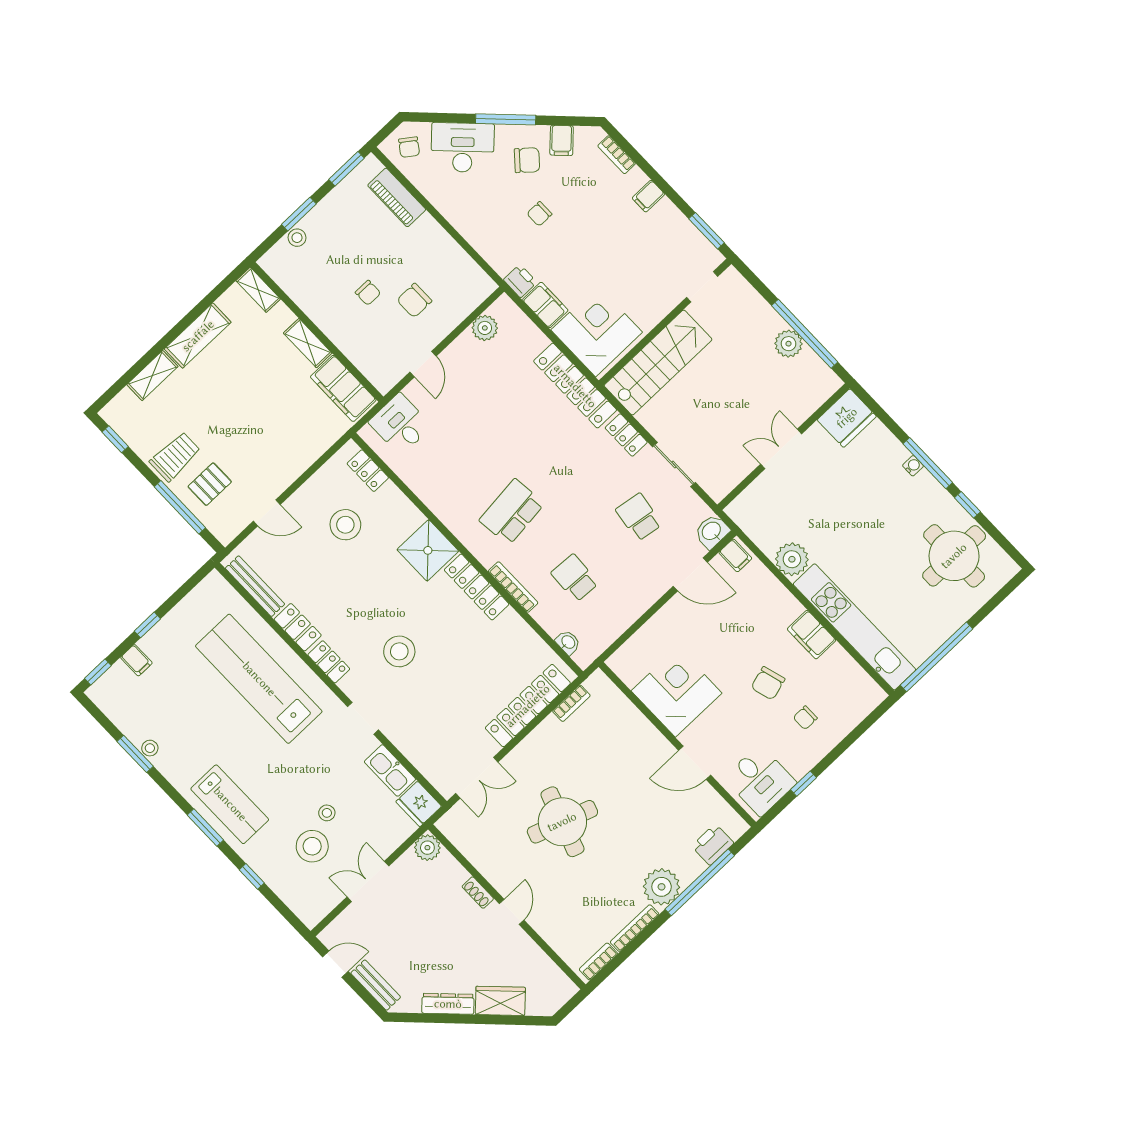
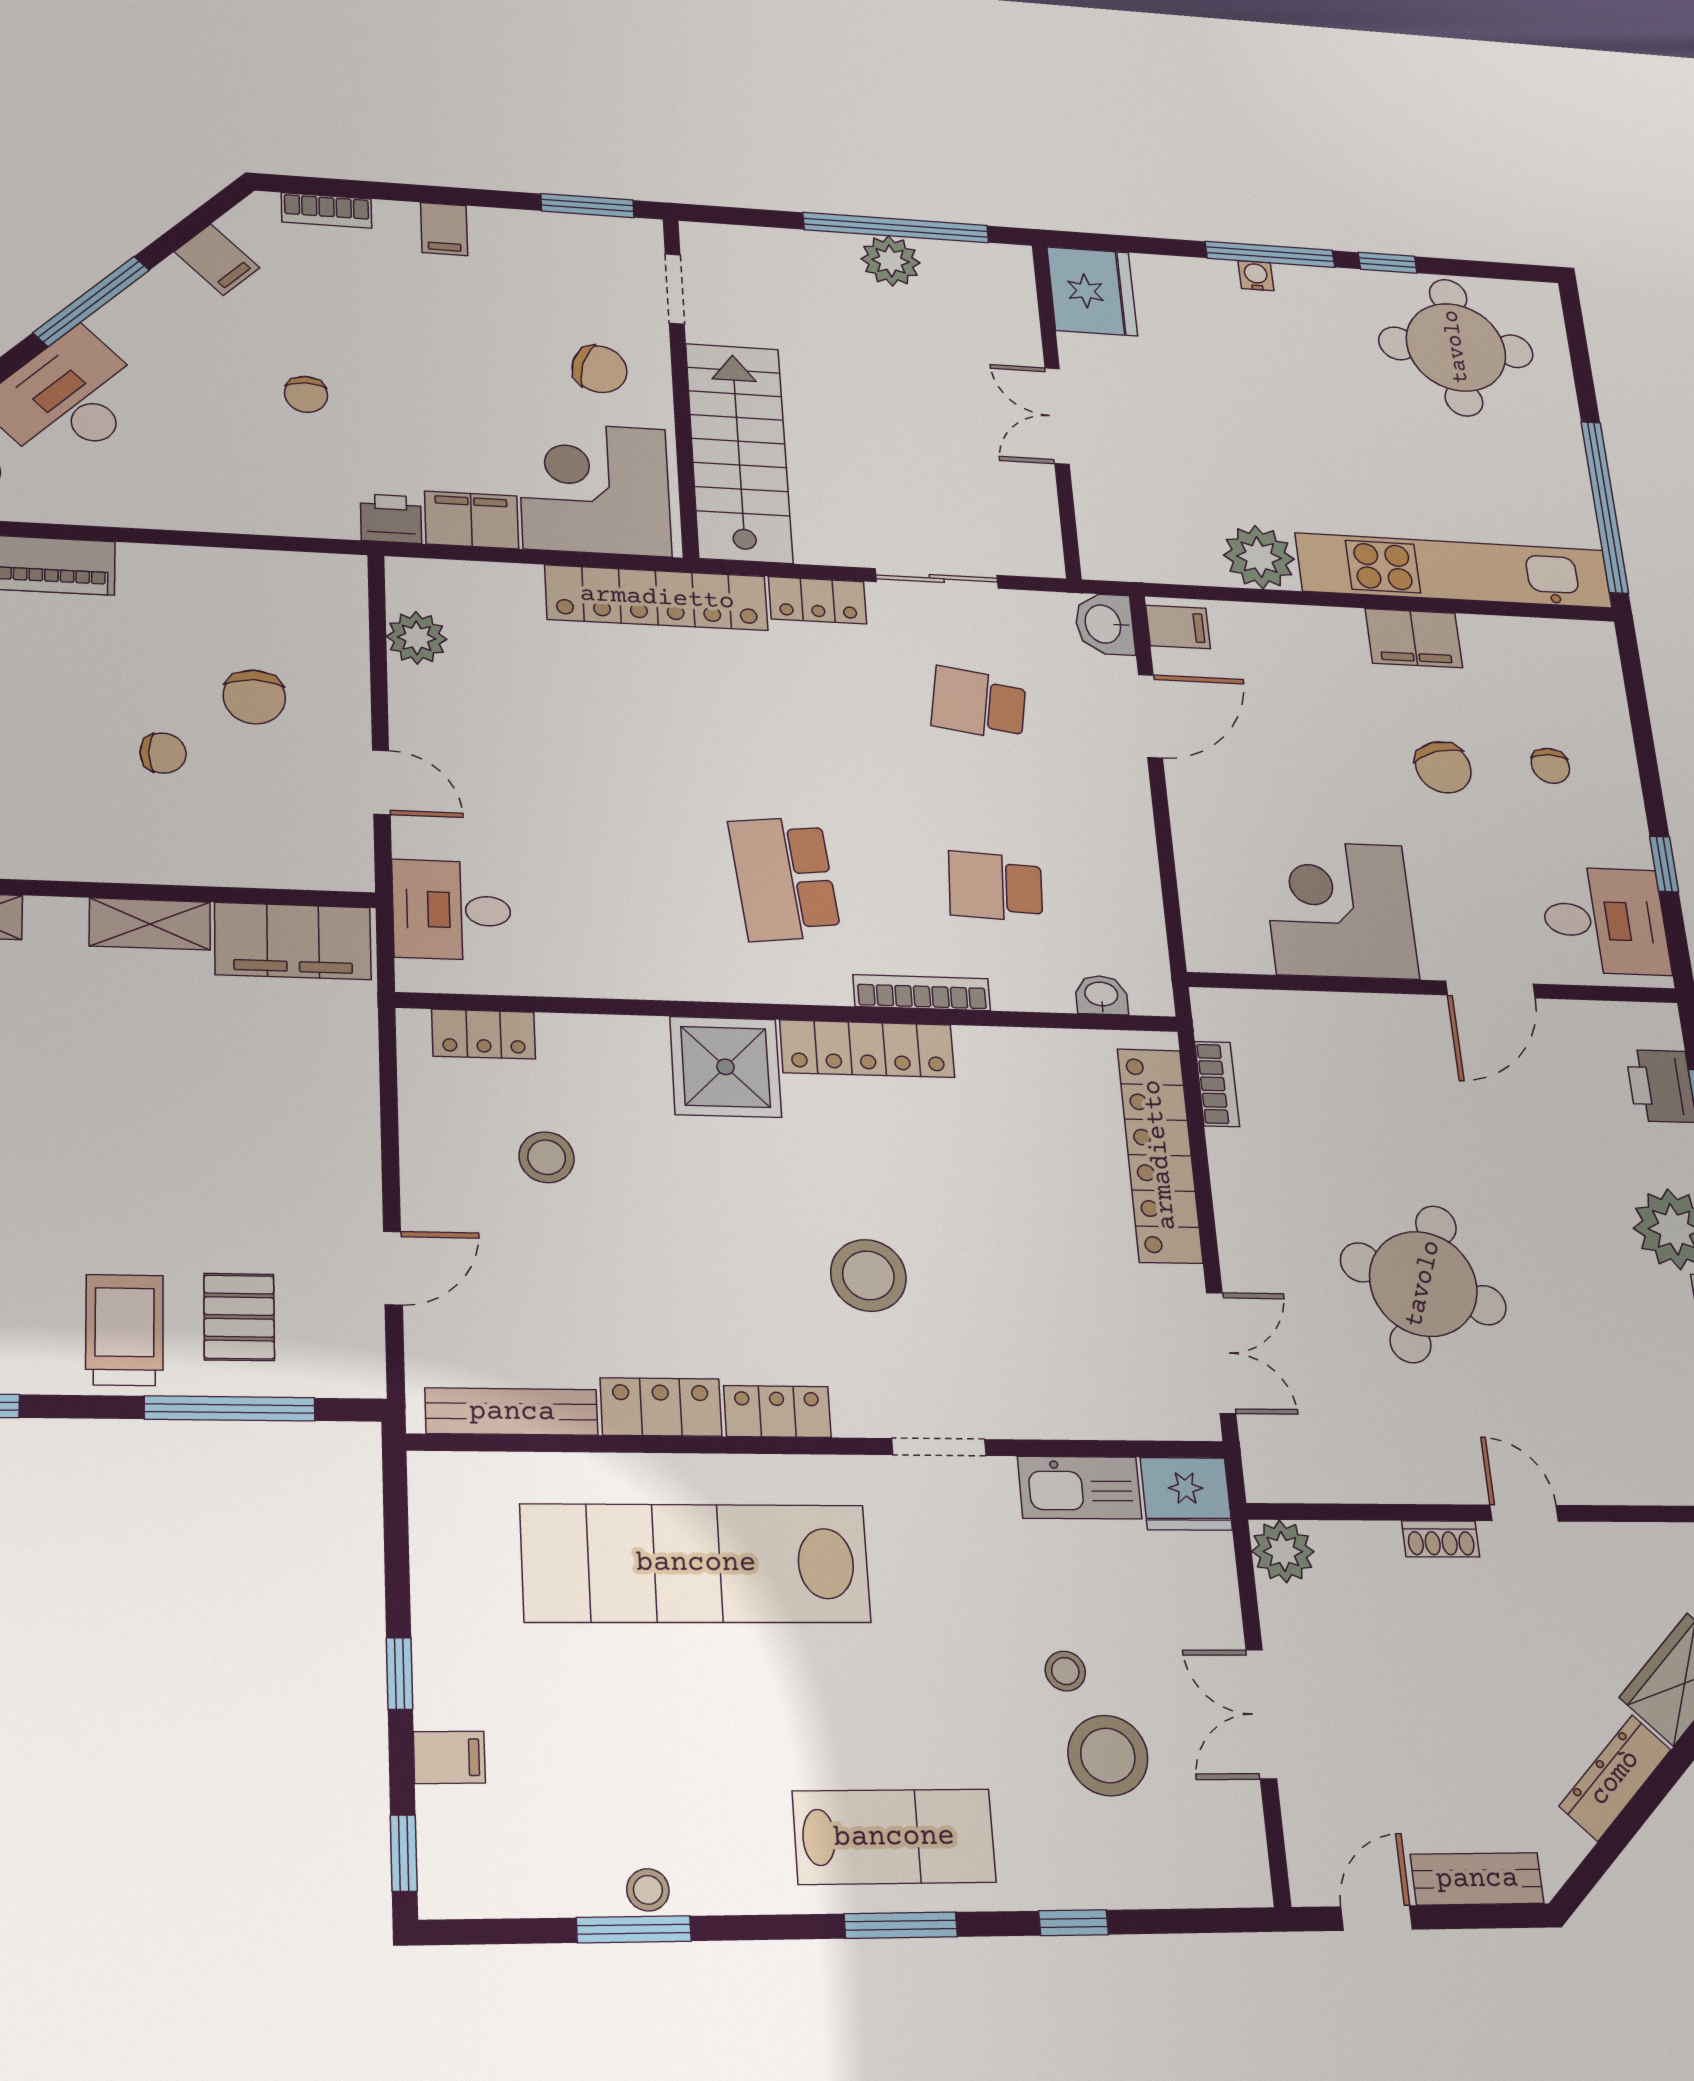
chair: (527, 160) -> (599, 369), moved, turned 66
stool: (345, 525) -> (547, 1157), width x0.73, depth x0.73

